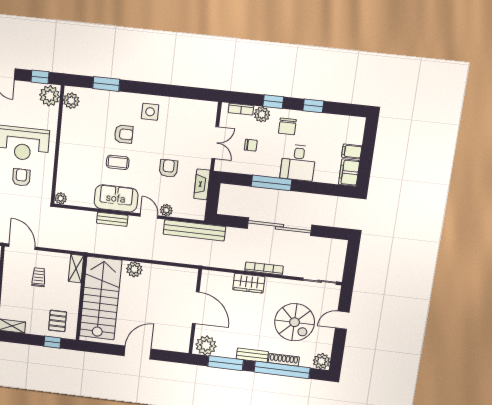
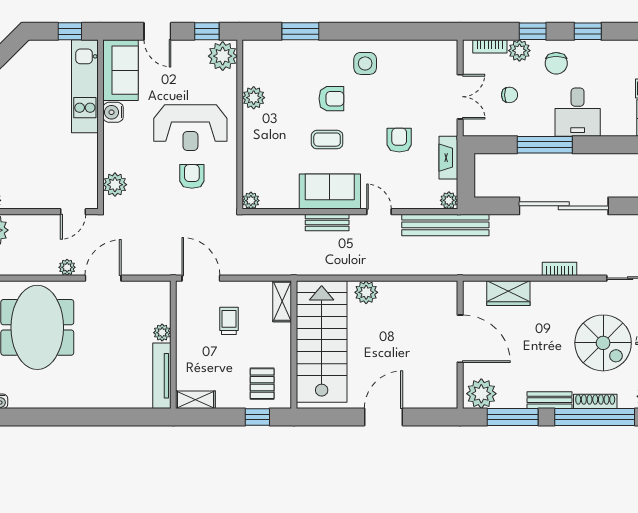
plant: (71, 101) -> (254, 98), moved
plant: (166, 210) -> (449, 200), moved
bookcase: (264, 268) -> (559, 269), width x0.64
wardrobe: (249, 283) -> (508, 293), moved

